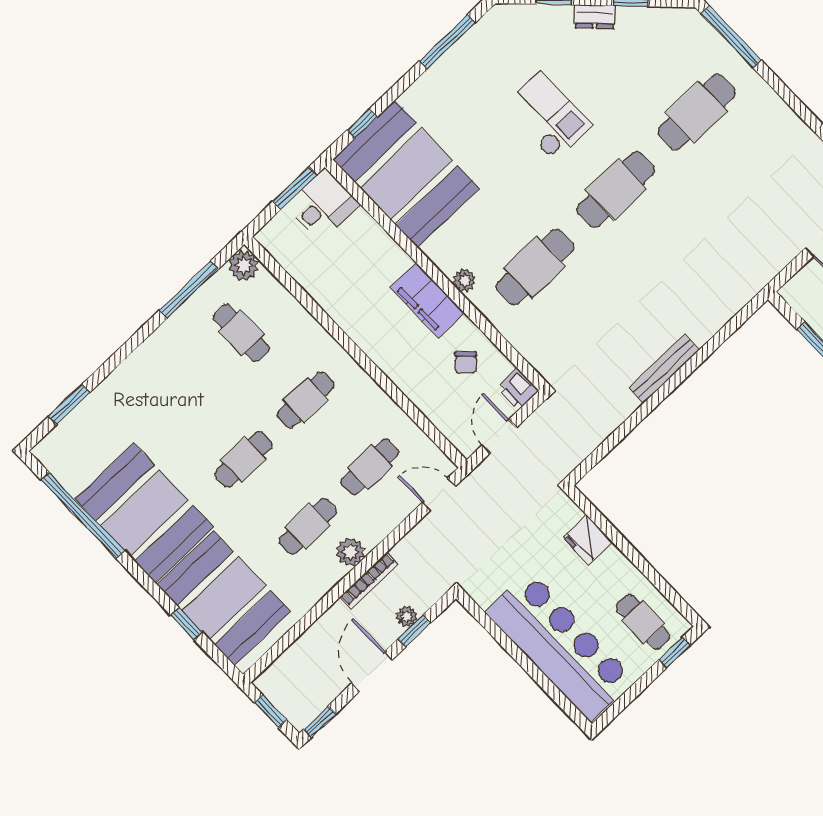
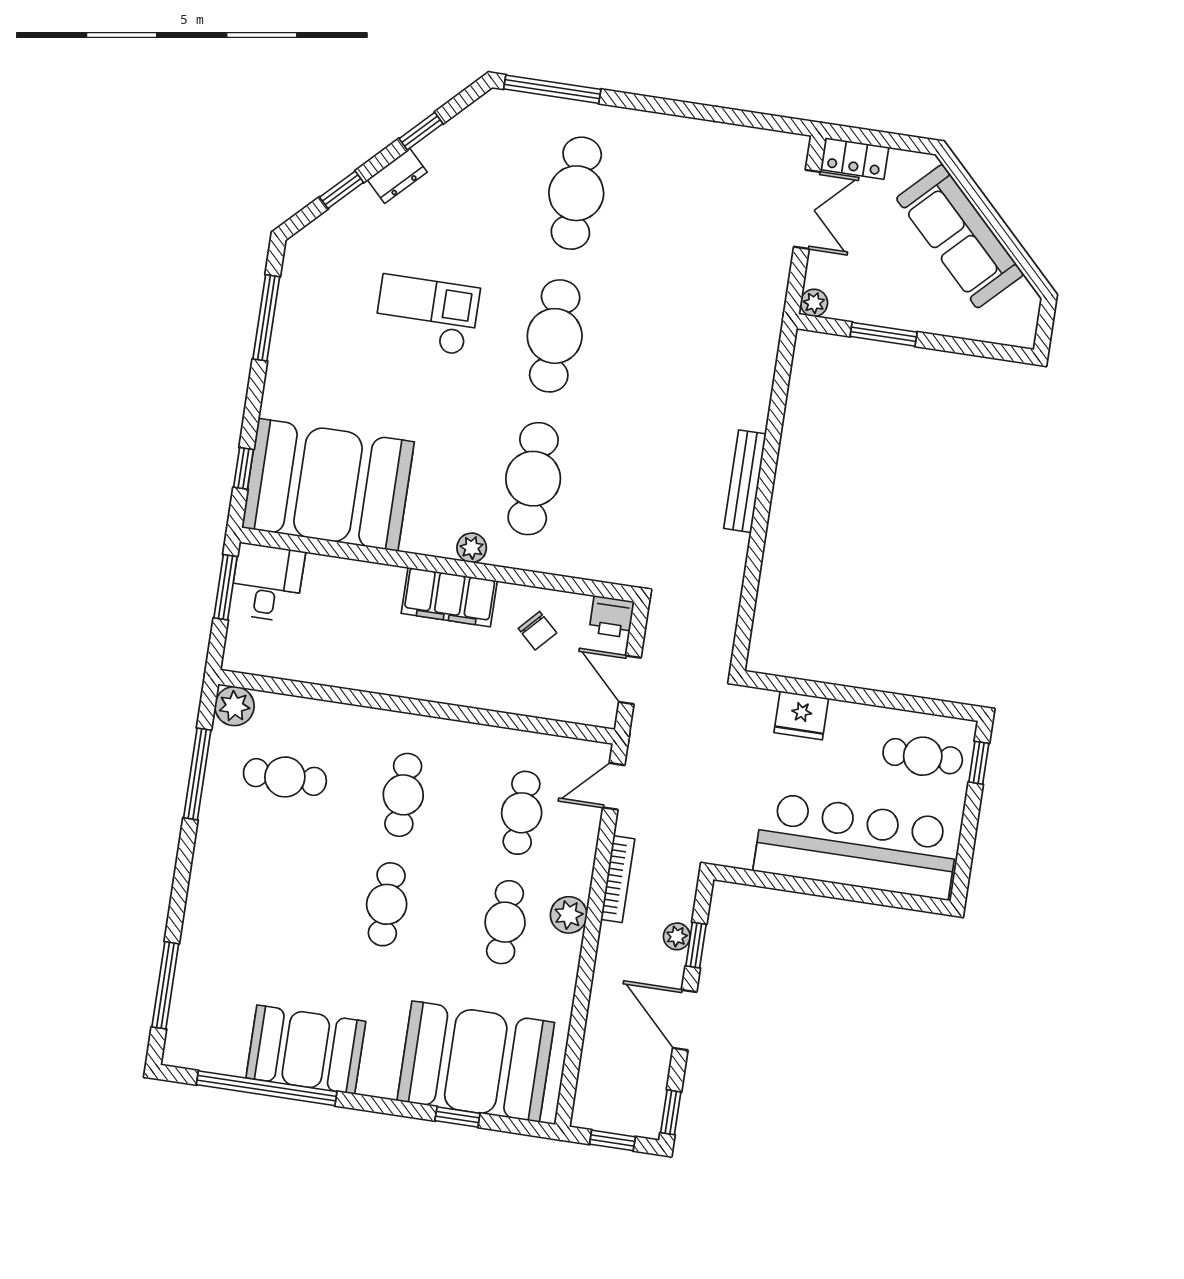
plant: (791, 292) -> (814, 303), added
window: (69, 404) -> (165, 985), width x1.44
booth: (145, 513) -> (306, 1050), width x0.73, depth x0.70
bookcase: (369, 581) -> (618, 879), moved

